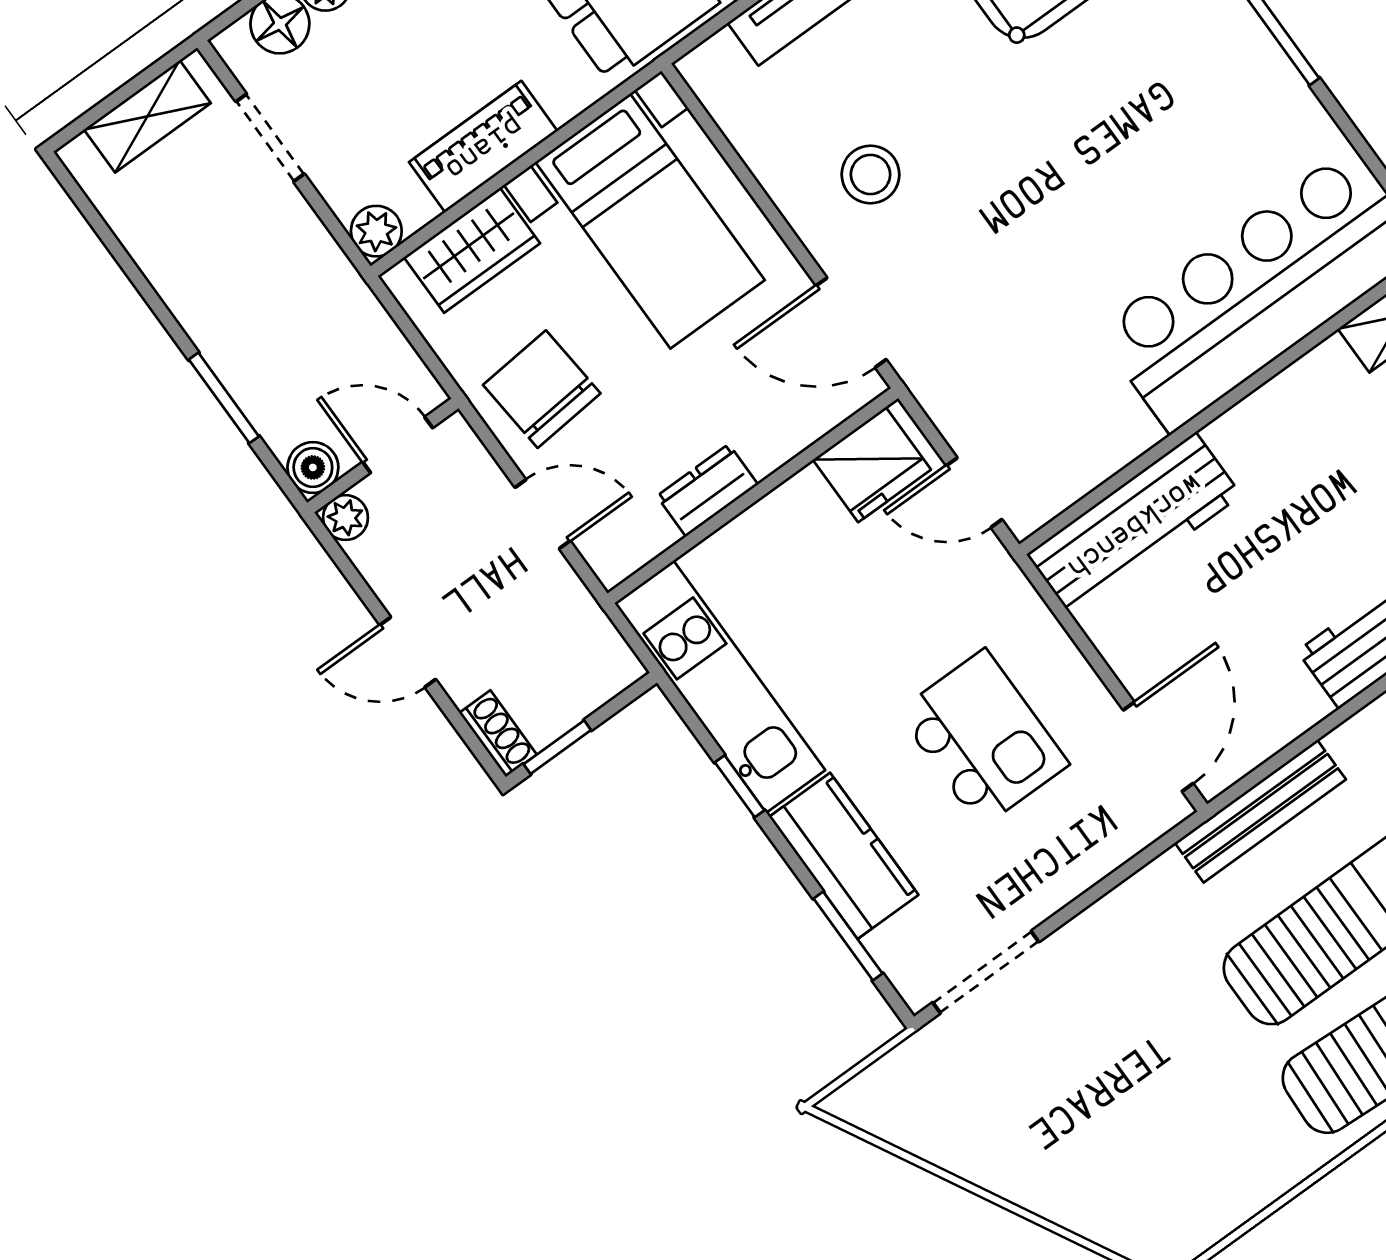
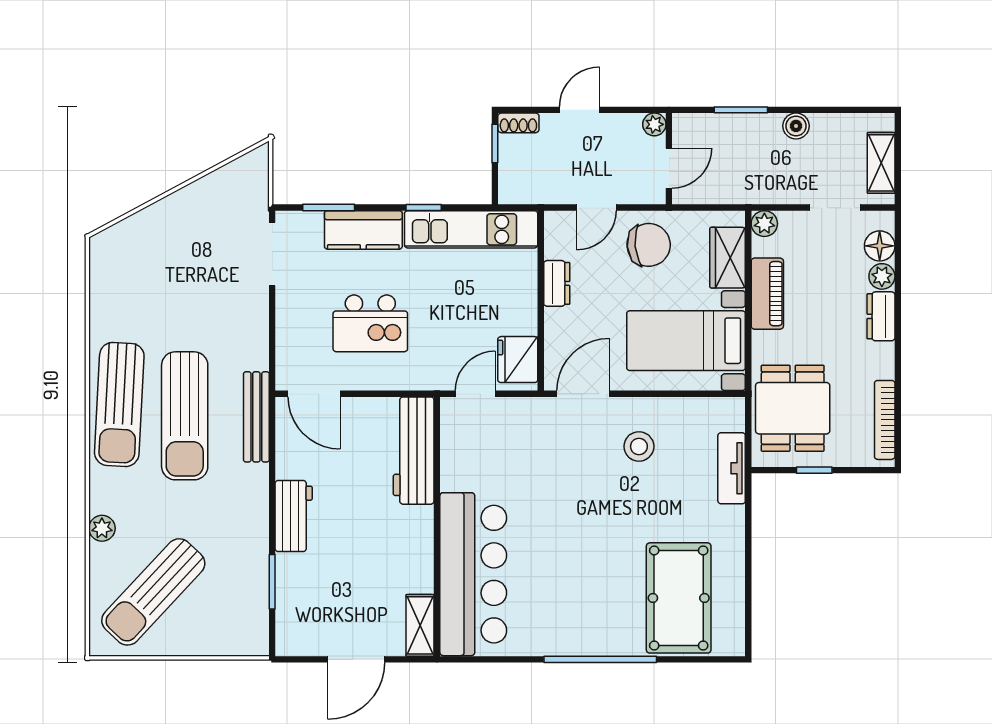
boiler: (313, 467) -> (796, 126), moved

